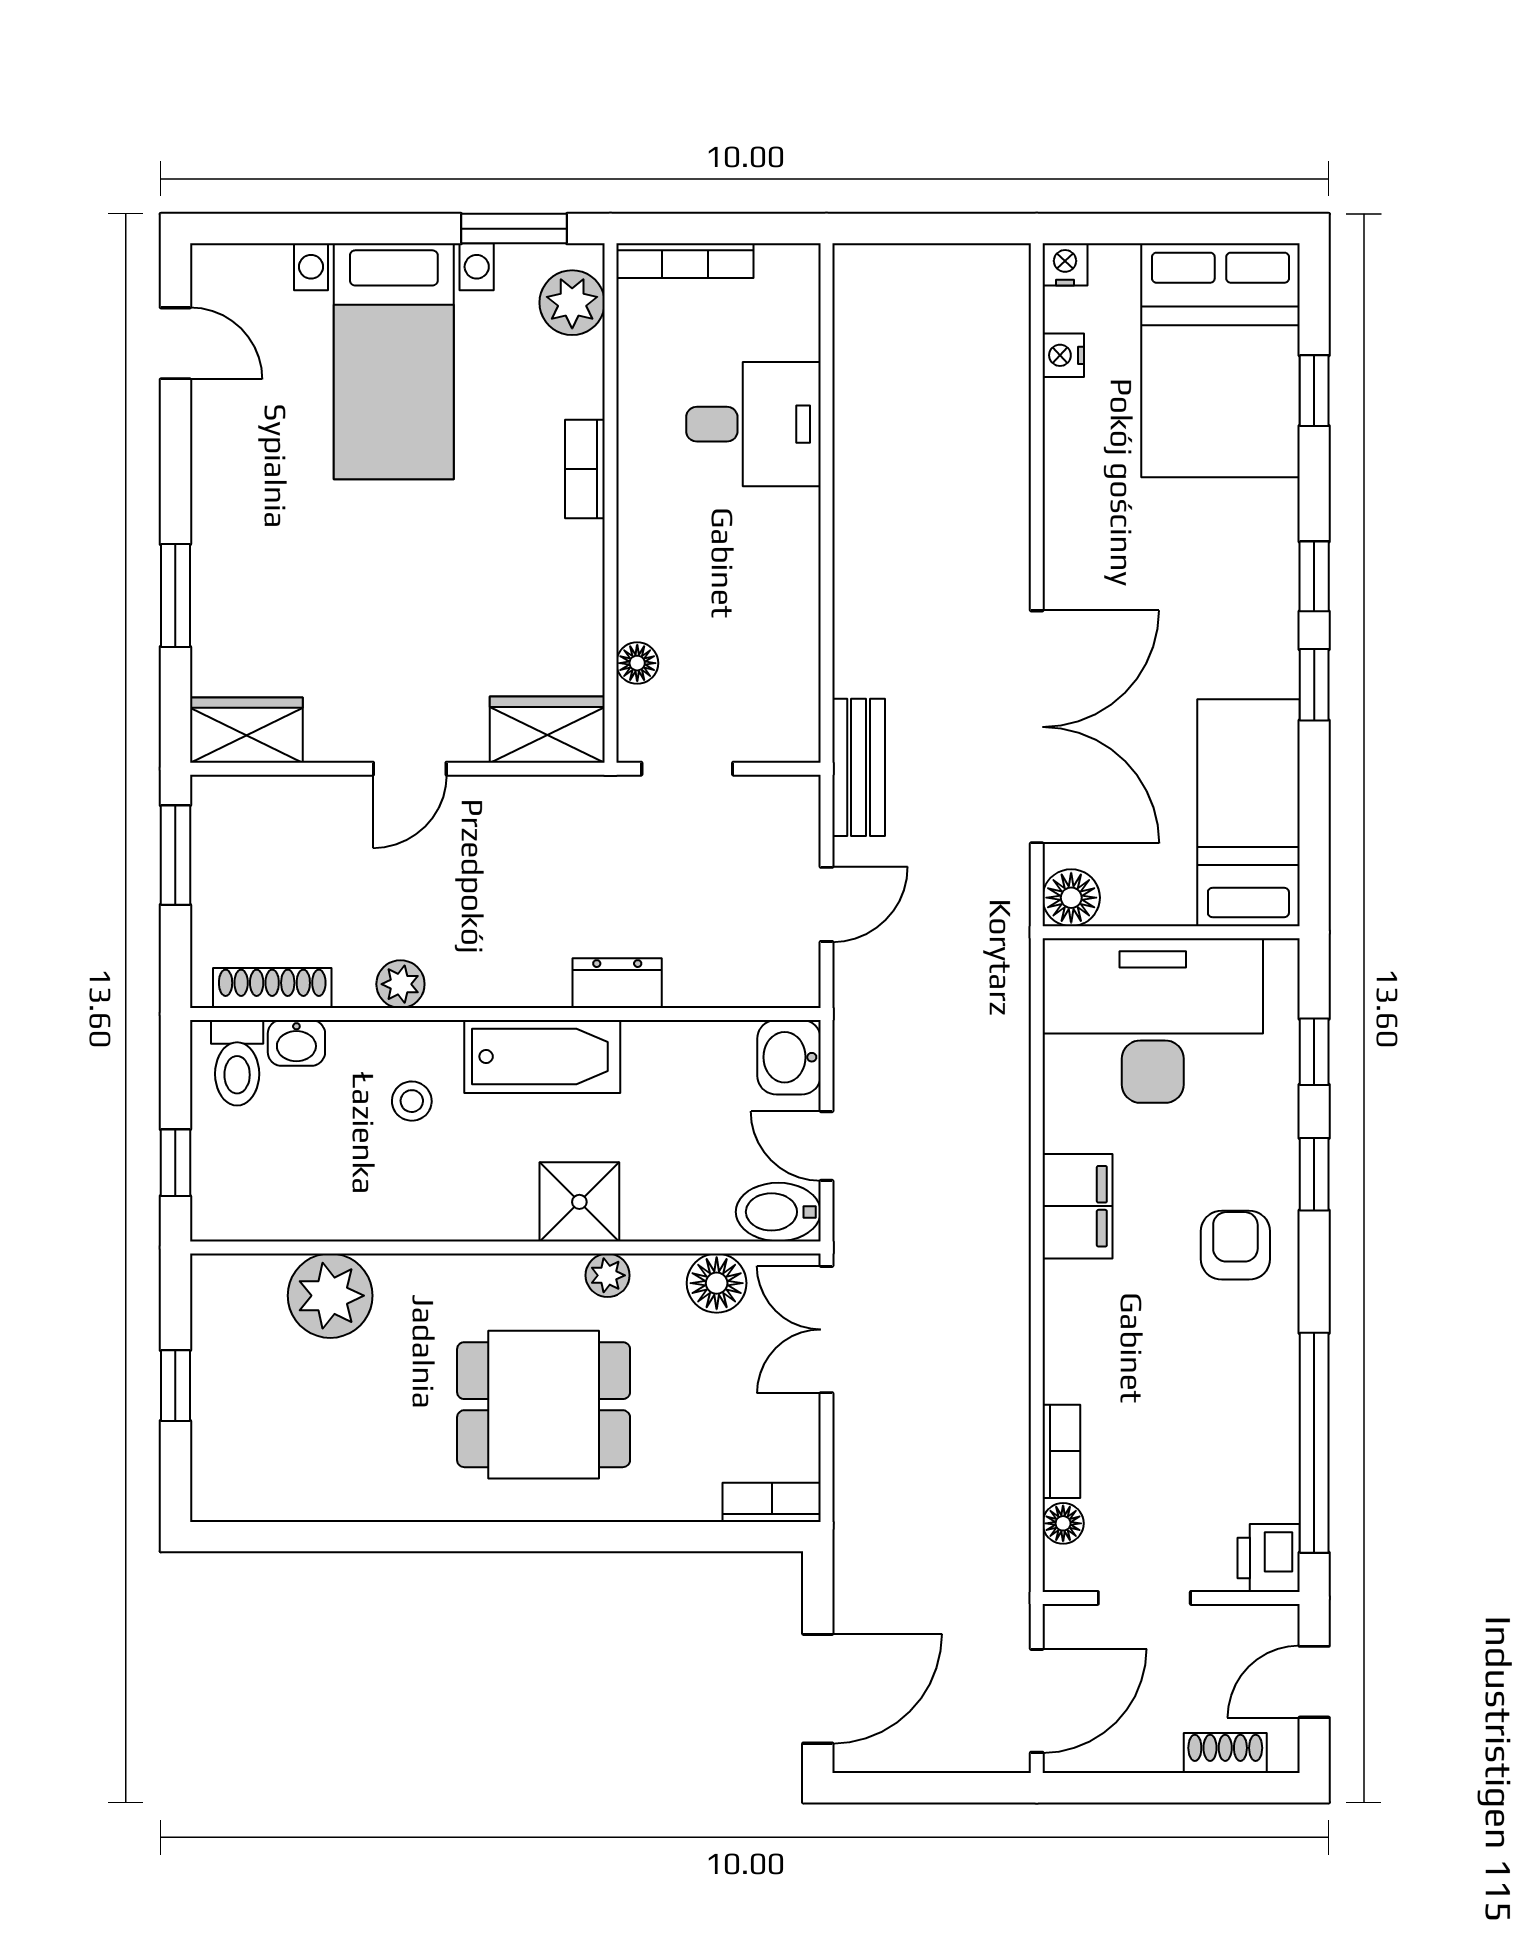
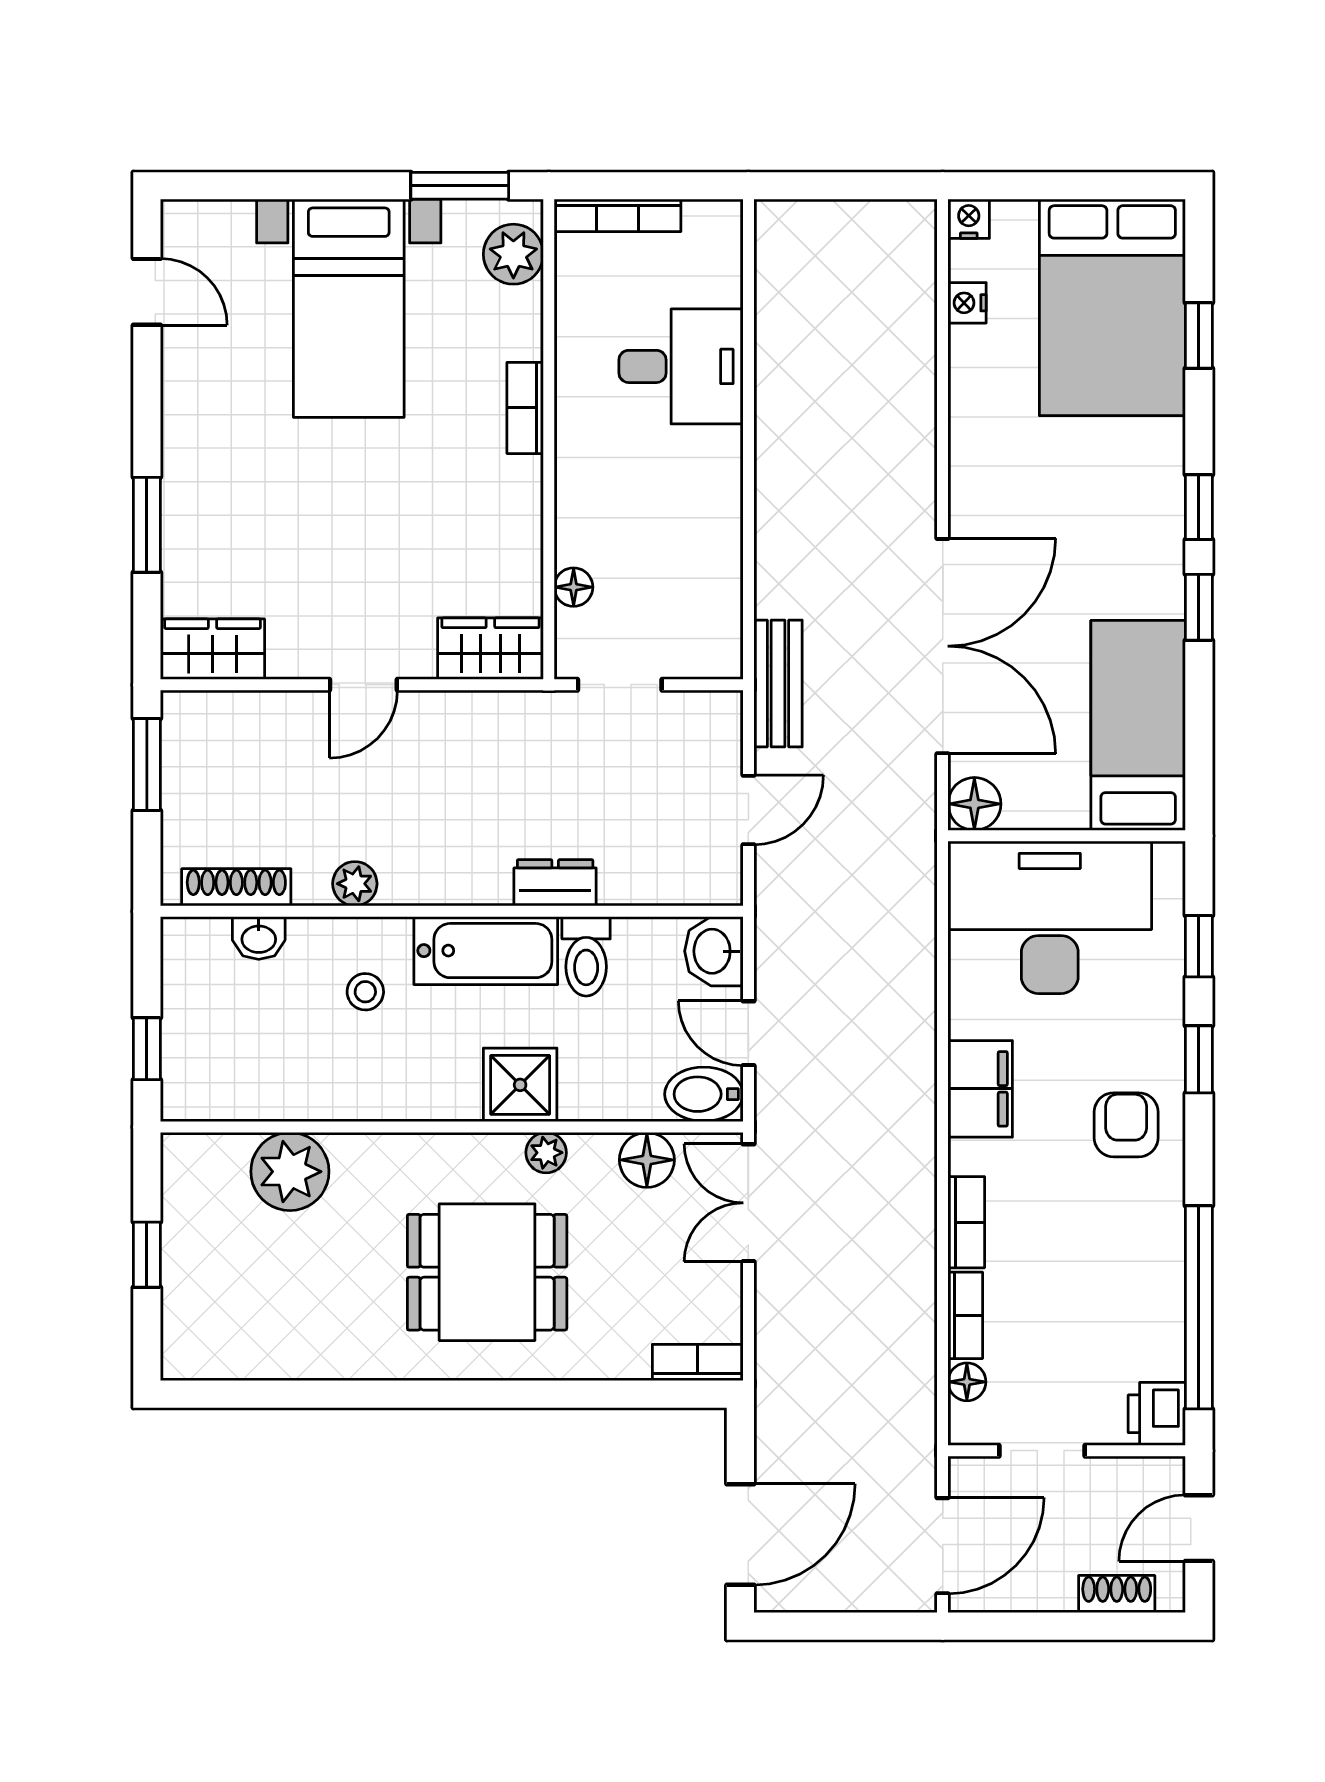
toilet: (237, 1063) -> (586, 956), moved
bookcase: (1062, 1350) -> (966, 1222), added

